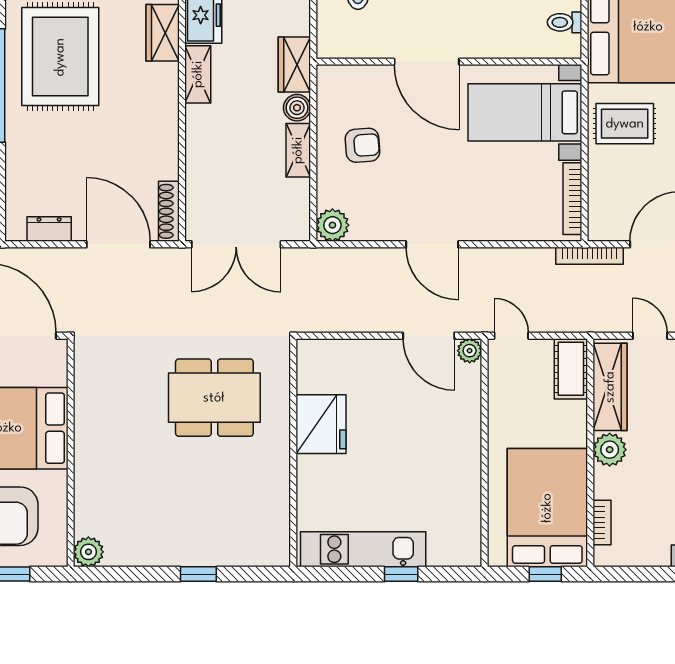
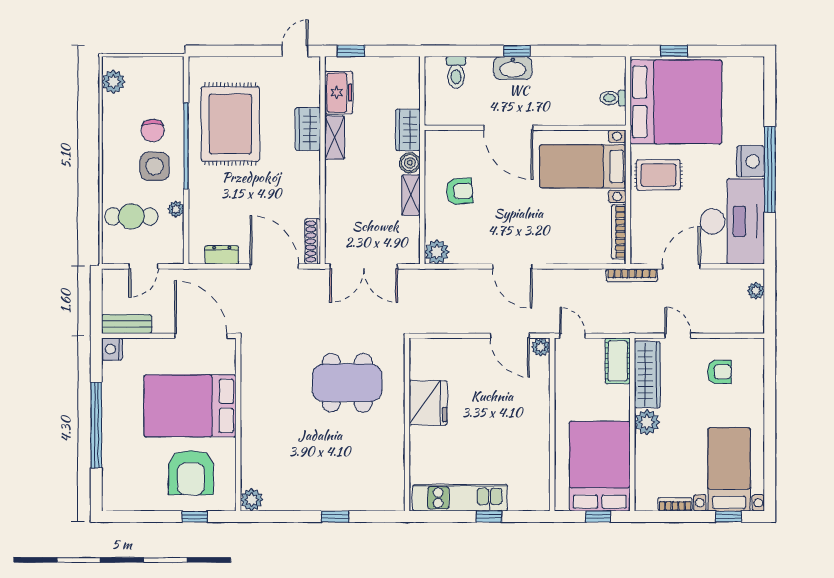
wardrobe: (163, 33) -> (308, 129), moved
bookcase: (602, 523) -> (675, 504), moved, turned -90

